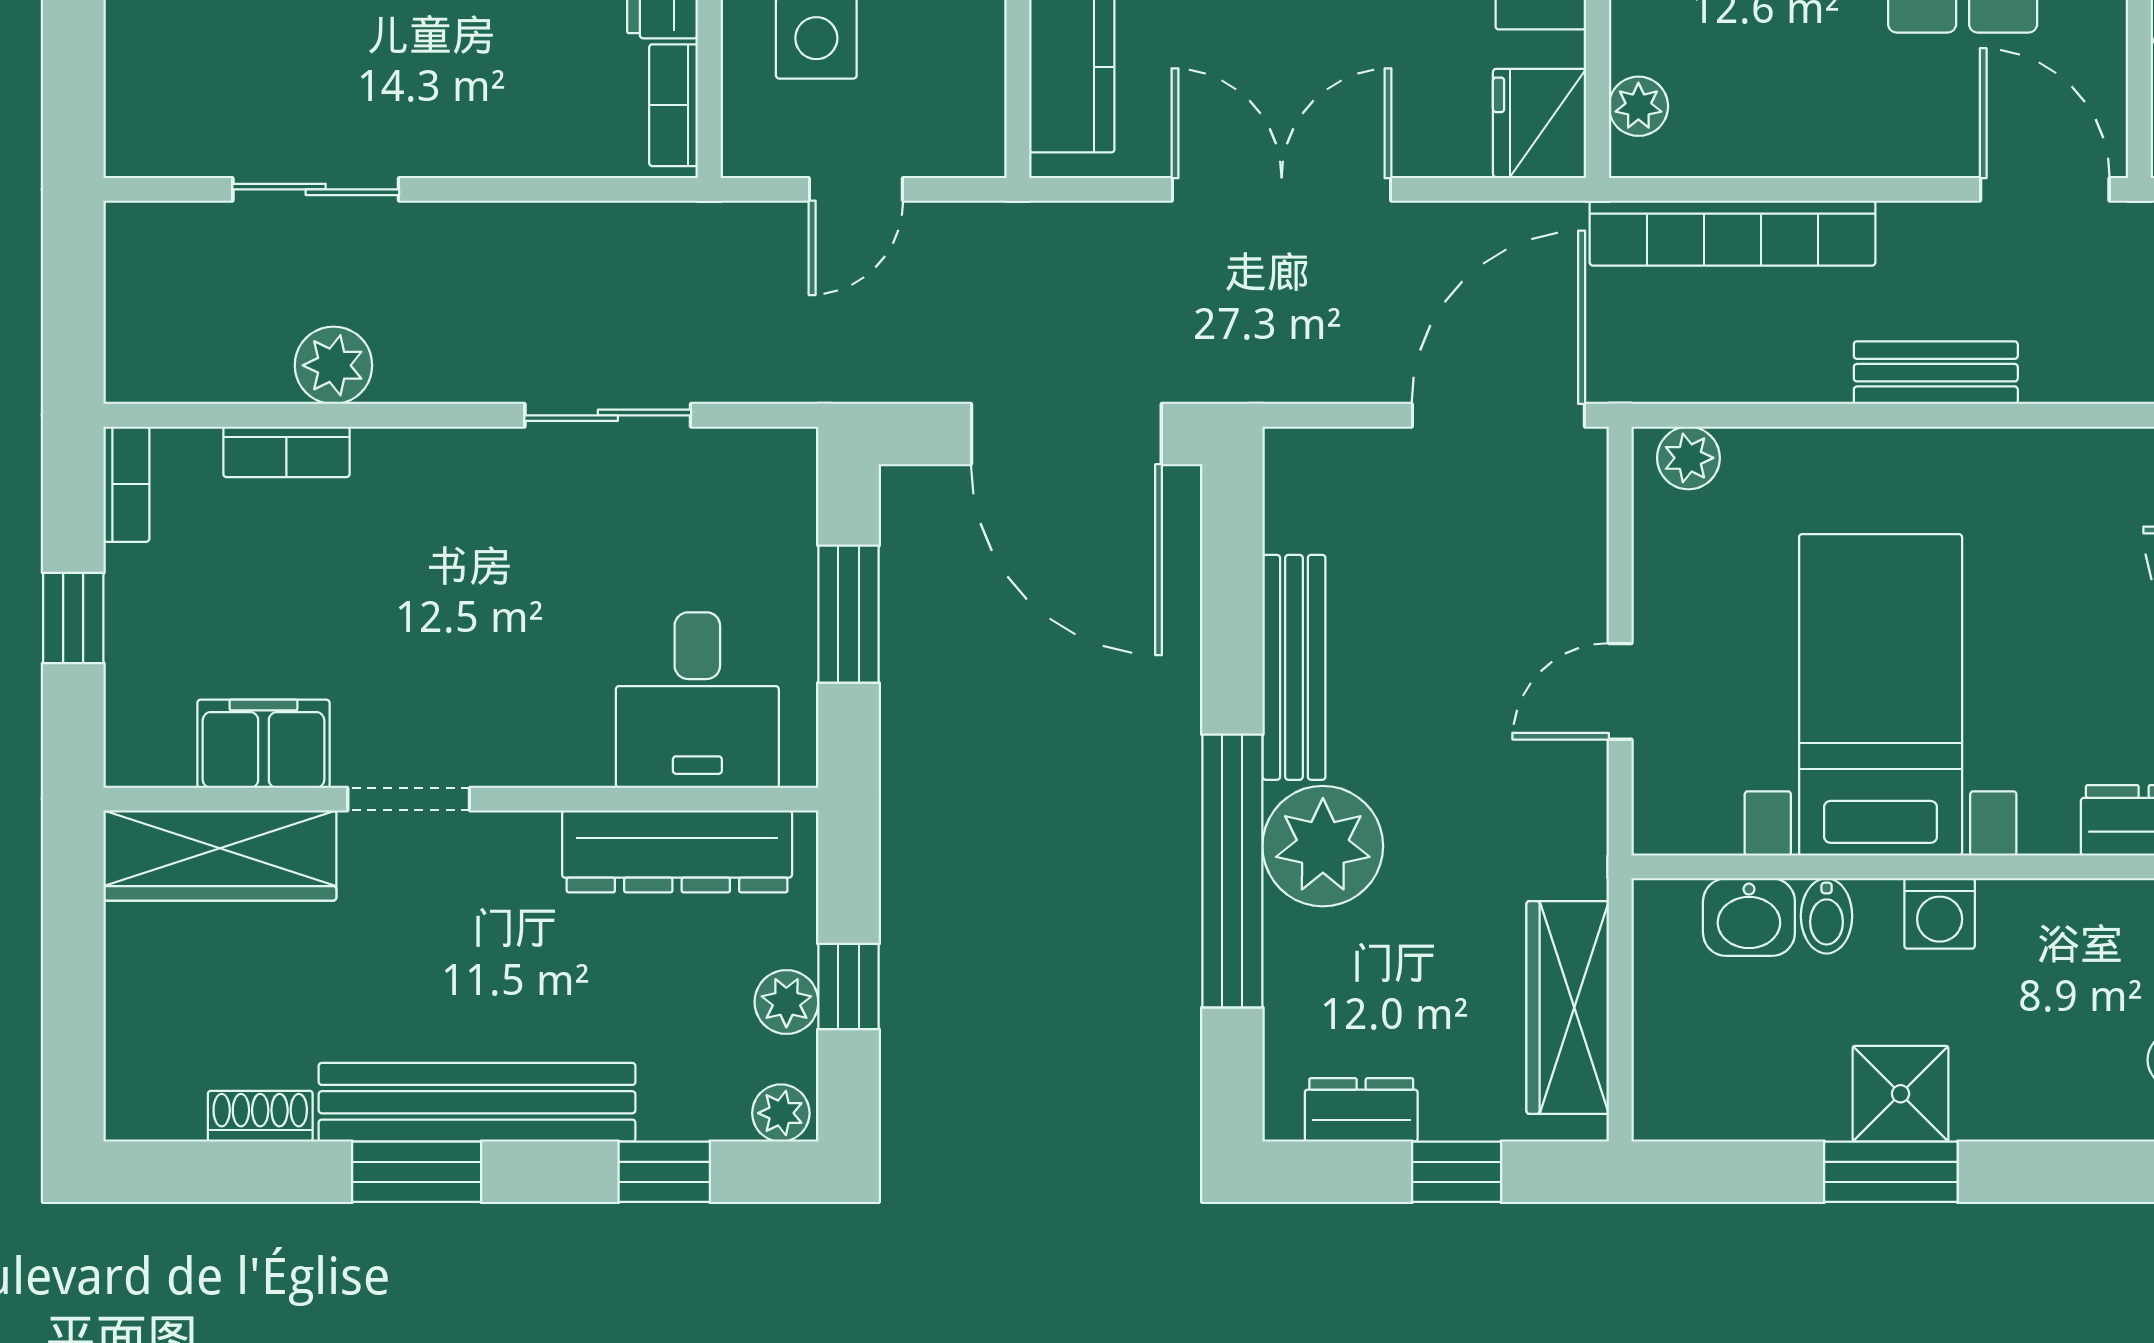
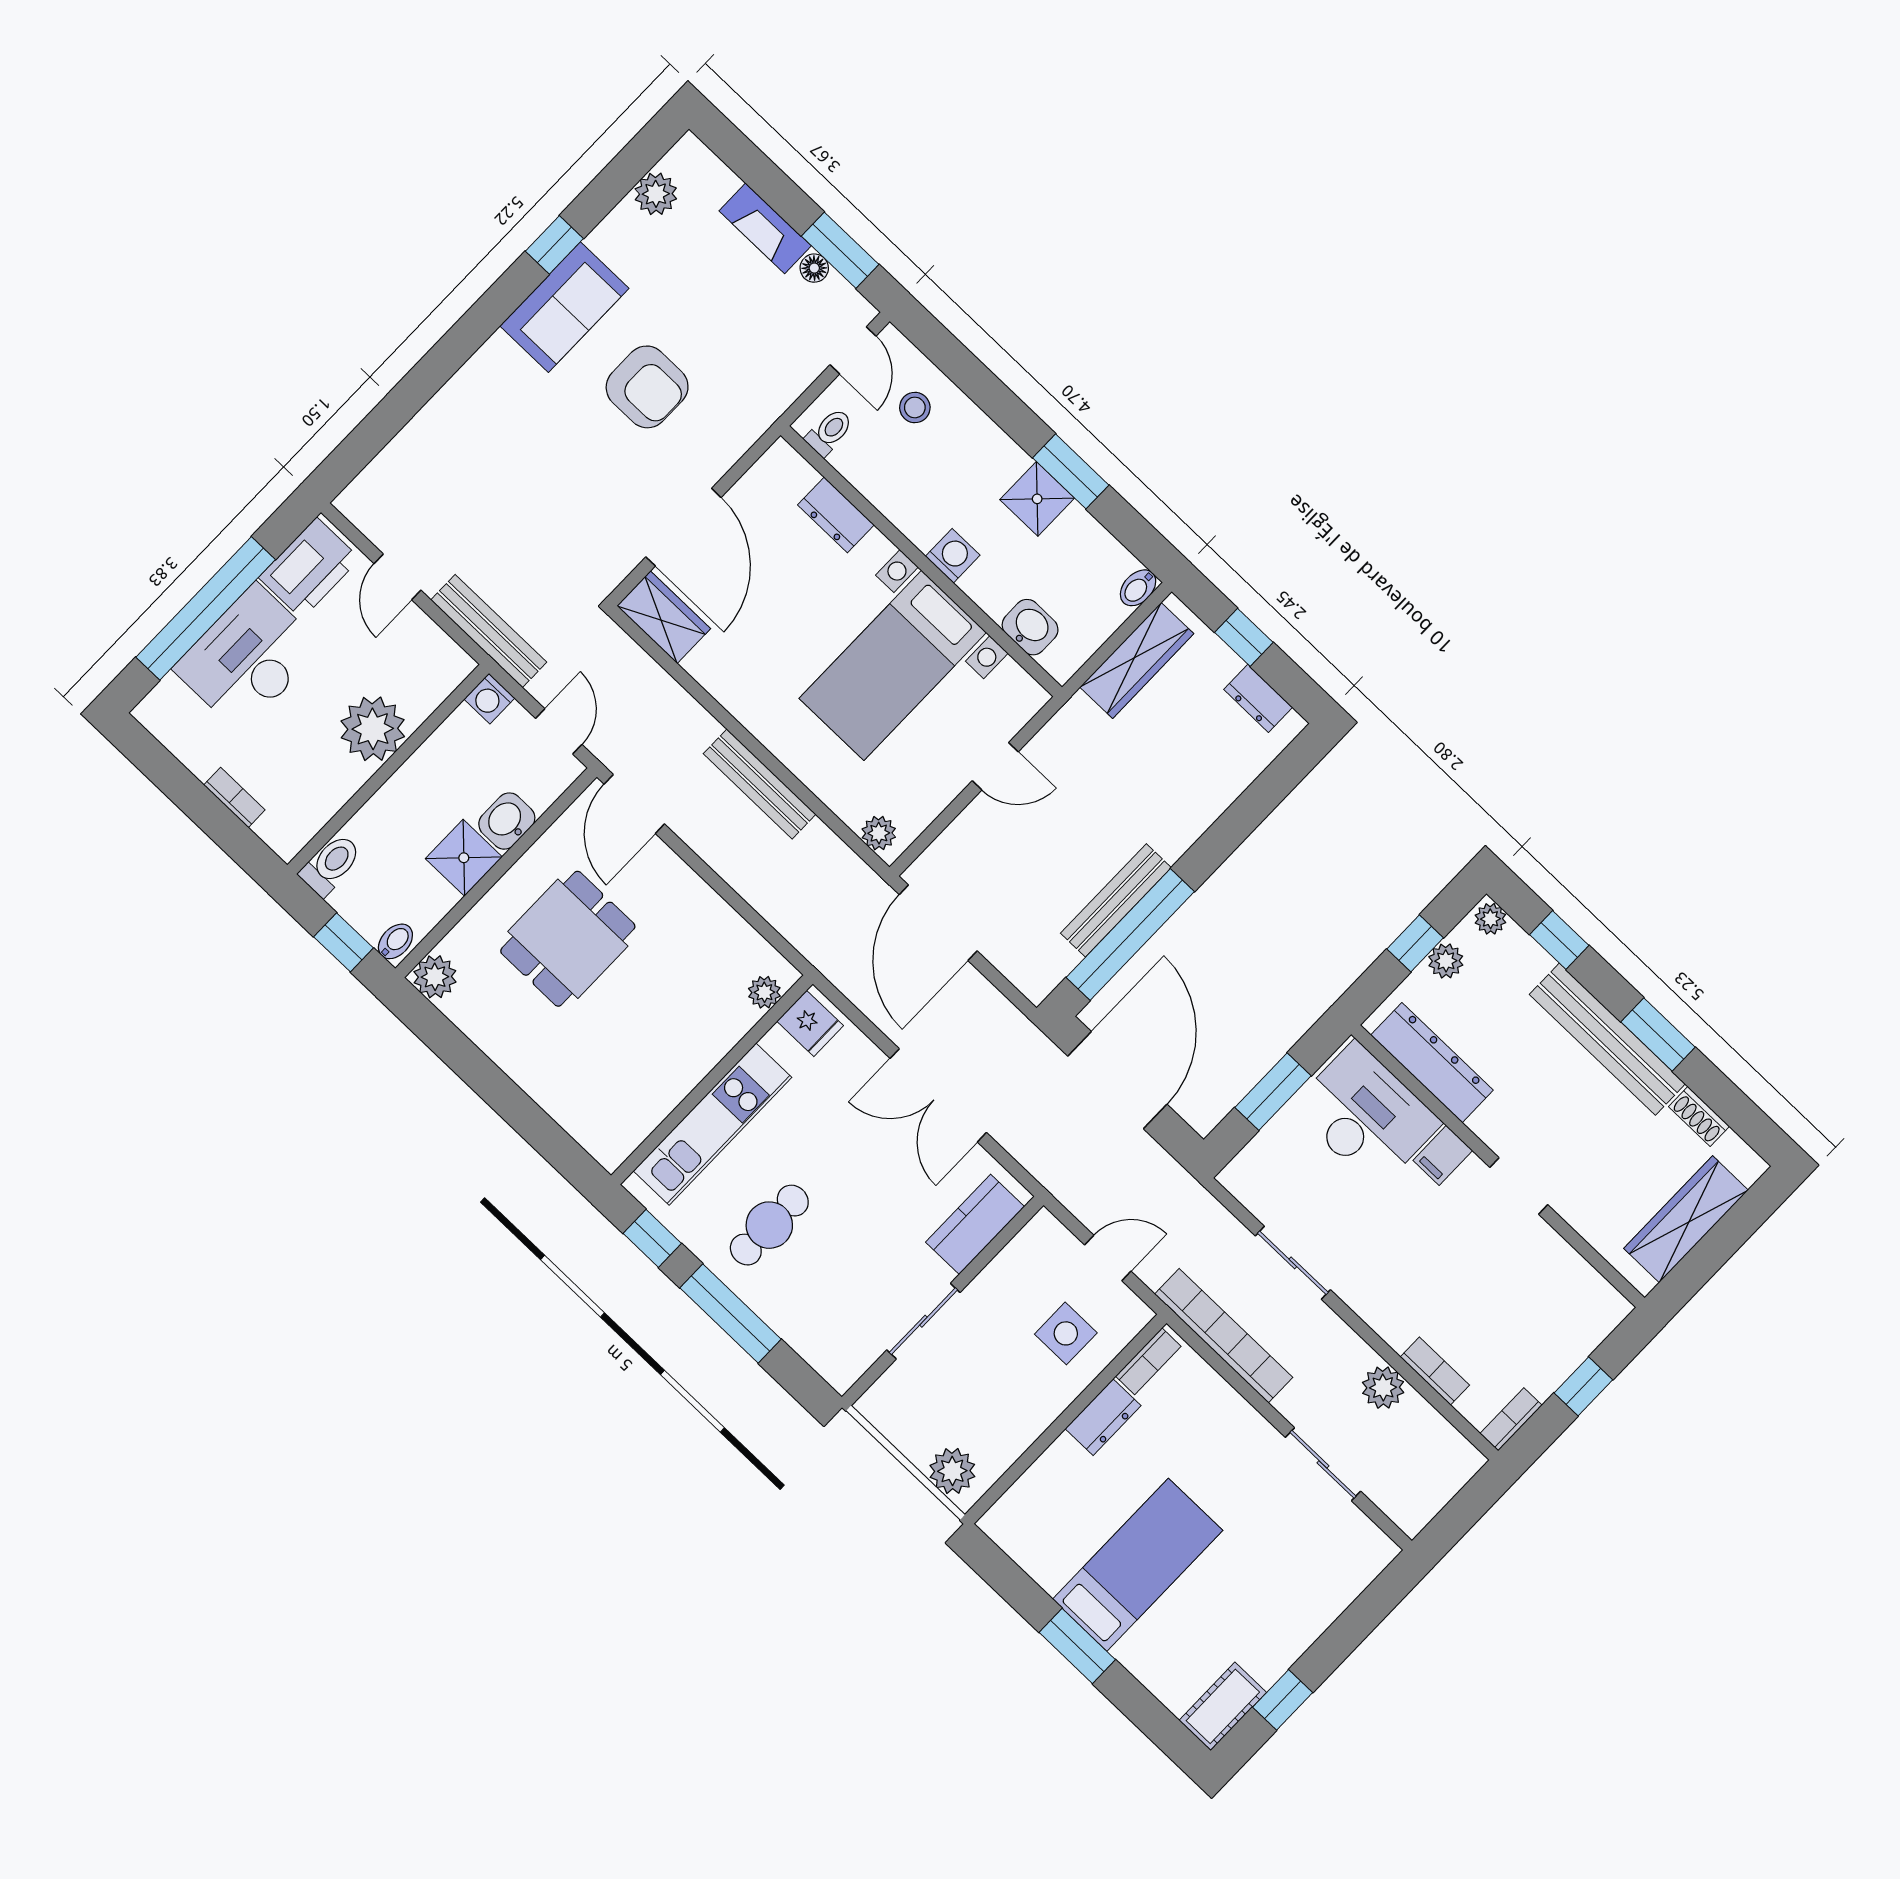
fridge: (1540, 123) -> (810, 1023), width x0.72
bookcase: (1733, 233) -> (1224, 1336), moved
bench: (1936, 373) -> (760, 784), width x1.36
door: (1498, 415) -> (938, 923), hinge flipped
desk: (697, 700) -> (1366, 1115), width x1.37
filing cabinet: (264, 744) -> (1443, 1155), moved, width x0.50
plant: (1323, 846) -> (1173, 818), removed
wardrobe: (220, 856) -> (1686, 1219), moved, turned -90
window: (1232, 871) -> (1130, 934), moved
bidet: (1827, 916) -> (1138, 588), moved, turned 180

